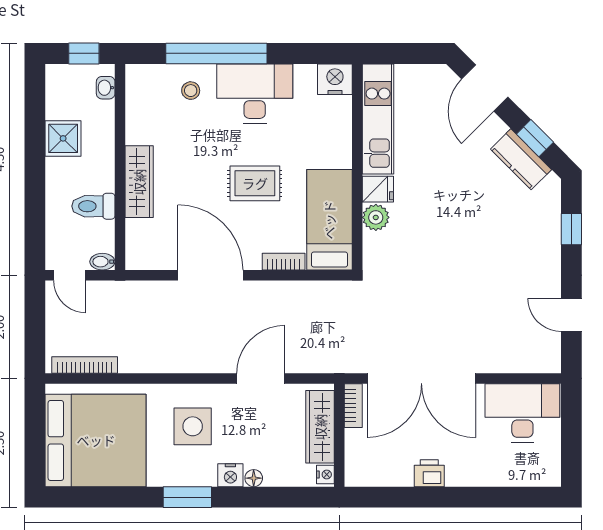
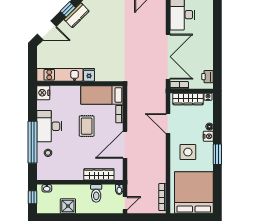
wardrobe: (139, 182) -> (99, 174), moved
plant: (376, 217) -> (101, 76), removed
printer: (429, 473) -> (207, 77), moved

